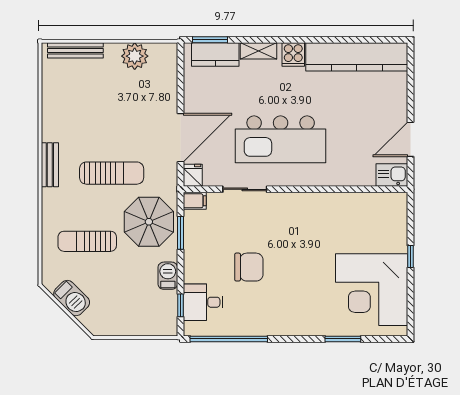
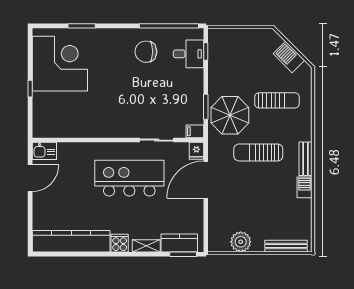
chair: (249, 267) -> (146, 52), moved
barbecue: (168, 276) -> (304, 187), moved, turned 180

